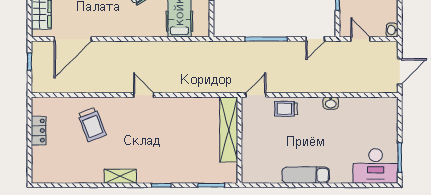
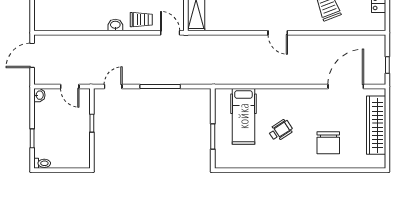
door: (256, 95) -> (170, 33), swing flipped
washbasin: (331, 103) -> (115, 25), moved

